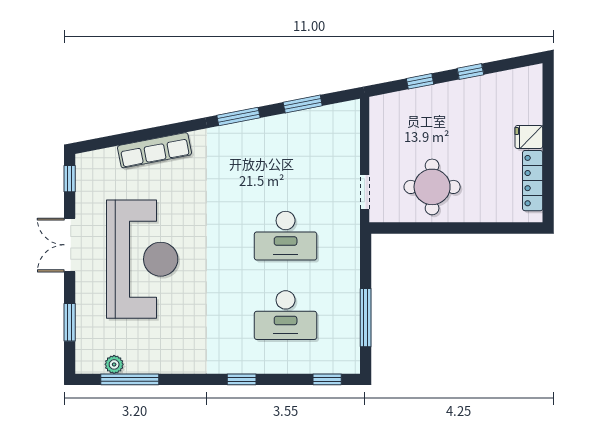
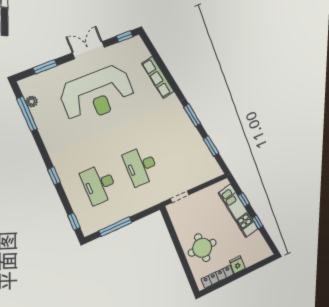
kitchen unit: (435, 99) -> (238, 211), added
round table: (432, 187) -> (202, 248), moved

